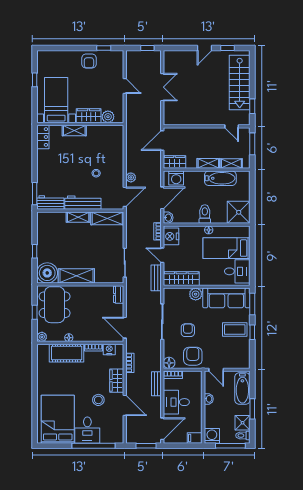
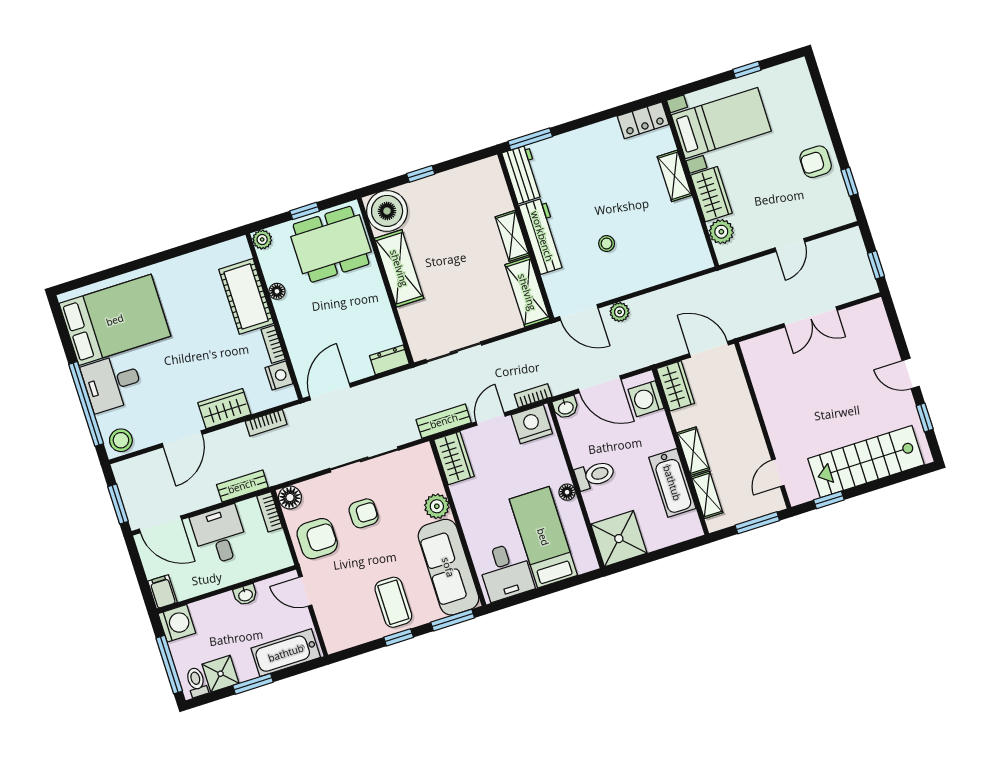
wardrobe: (181, 279) -> (454, 458), width x0.67
door: (216, 370) -> (305, 591), hinge flipped
stool: (98, 400) -> (121, 440), moved

